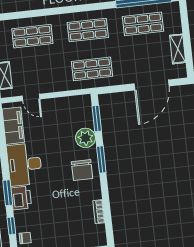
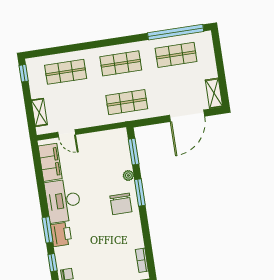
shelving: (178, 49) -> (214, 93), moved
plant: (86, 138) -> (128, 175), width x0.53, depth x0.53
bookcase: (99, 212) -> (142, 260), moved

